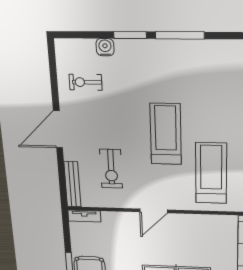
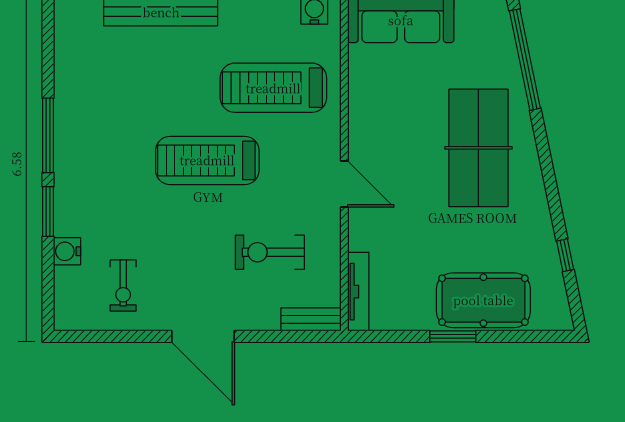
exercise bike: (111, 169) -> (270, 252), turned 180
bench: (72, 184) -> (311, 319), width x0.73
tv unit: (84, 216) -> (358, 292), width x1.41

